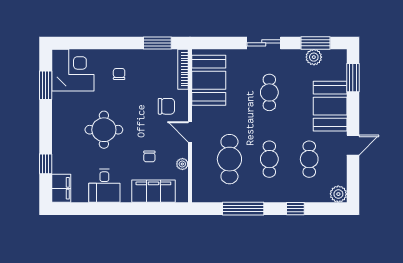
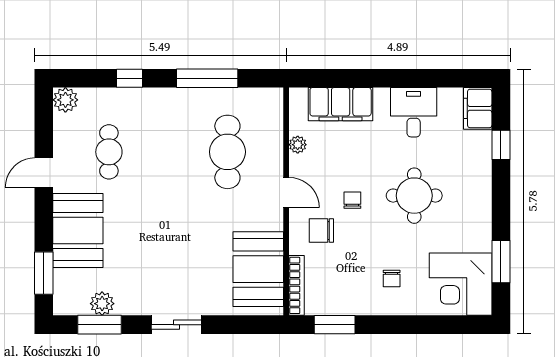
cafe table: (269, 92) -> (168, 251), removed
chair: (149, 156) -> (352, 200), moved
cafe table: (269, 159) -> (168, 152), removed

